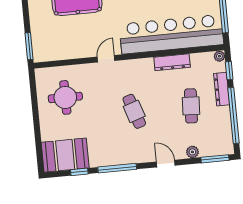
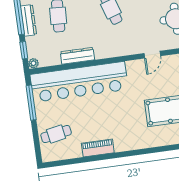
door: (106, 59) -> (152, 55), moved
dresser: (222, 89) -> (28, 20), moved

